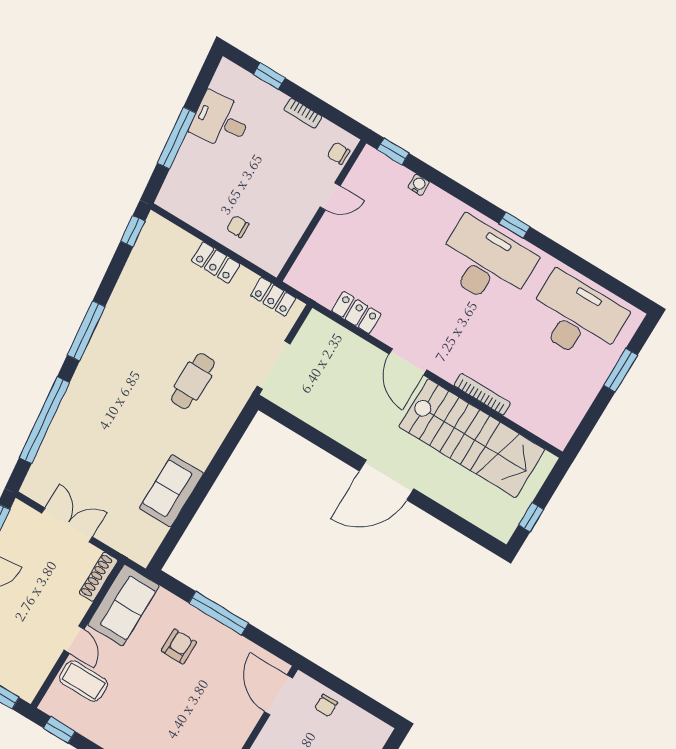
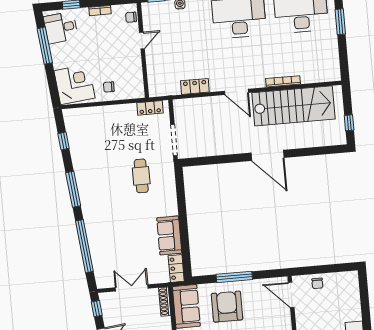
desk: (221, 121) -> (61, 28), moved
window: (177, 138) -> (45, 46), moved
corner desk: (194, 188) -> (74, 84), added
window: (133, 231) -> (64, 141), moved
locker: (216, 263) -> (176, 268), moved, turned 90
door: (387, 480) -> (267, 155), hinge flipped
armchair: (179, 646) -> (227, 307), width x1.88, depth x1.88

